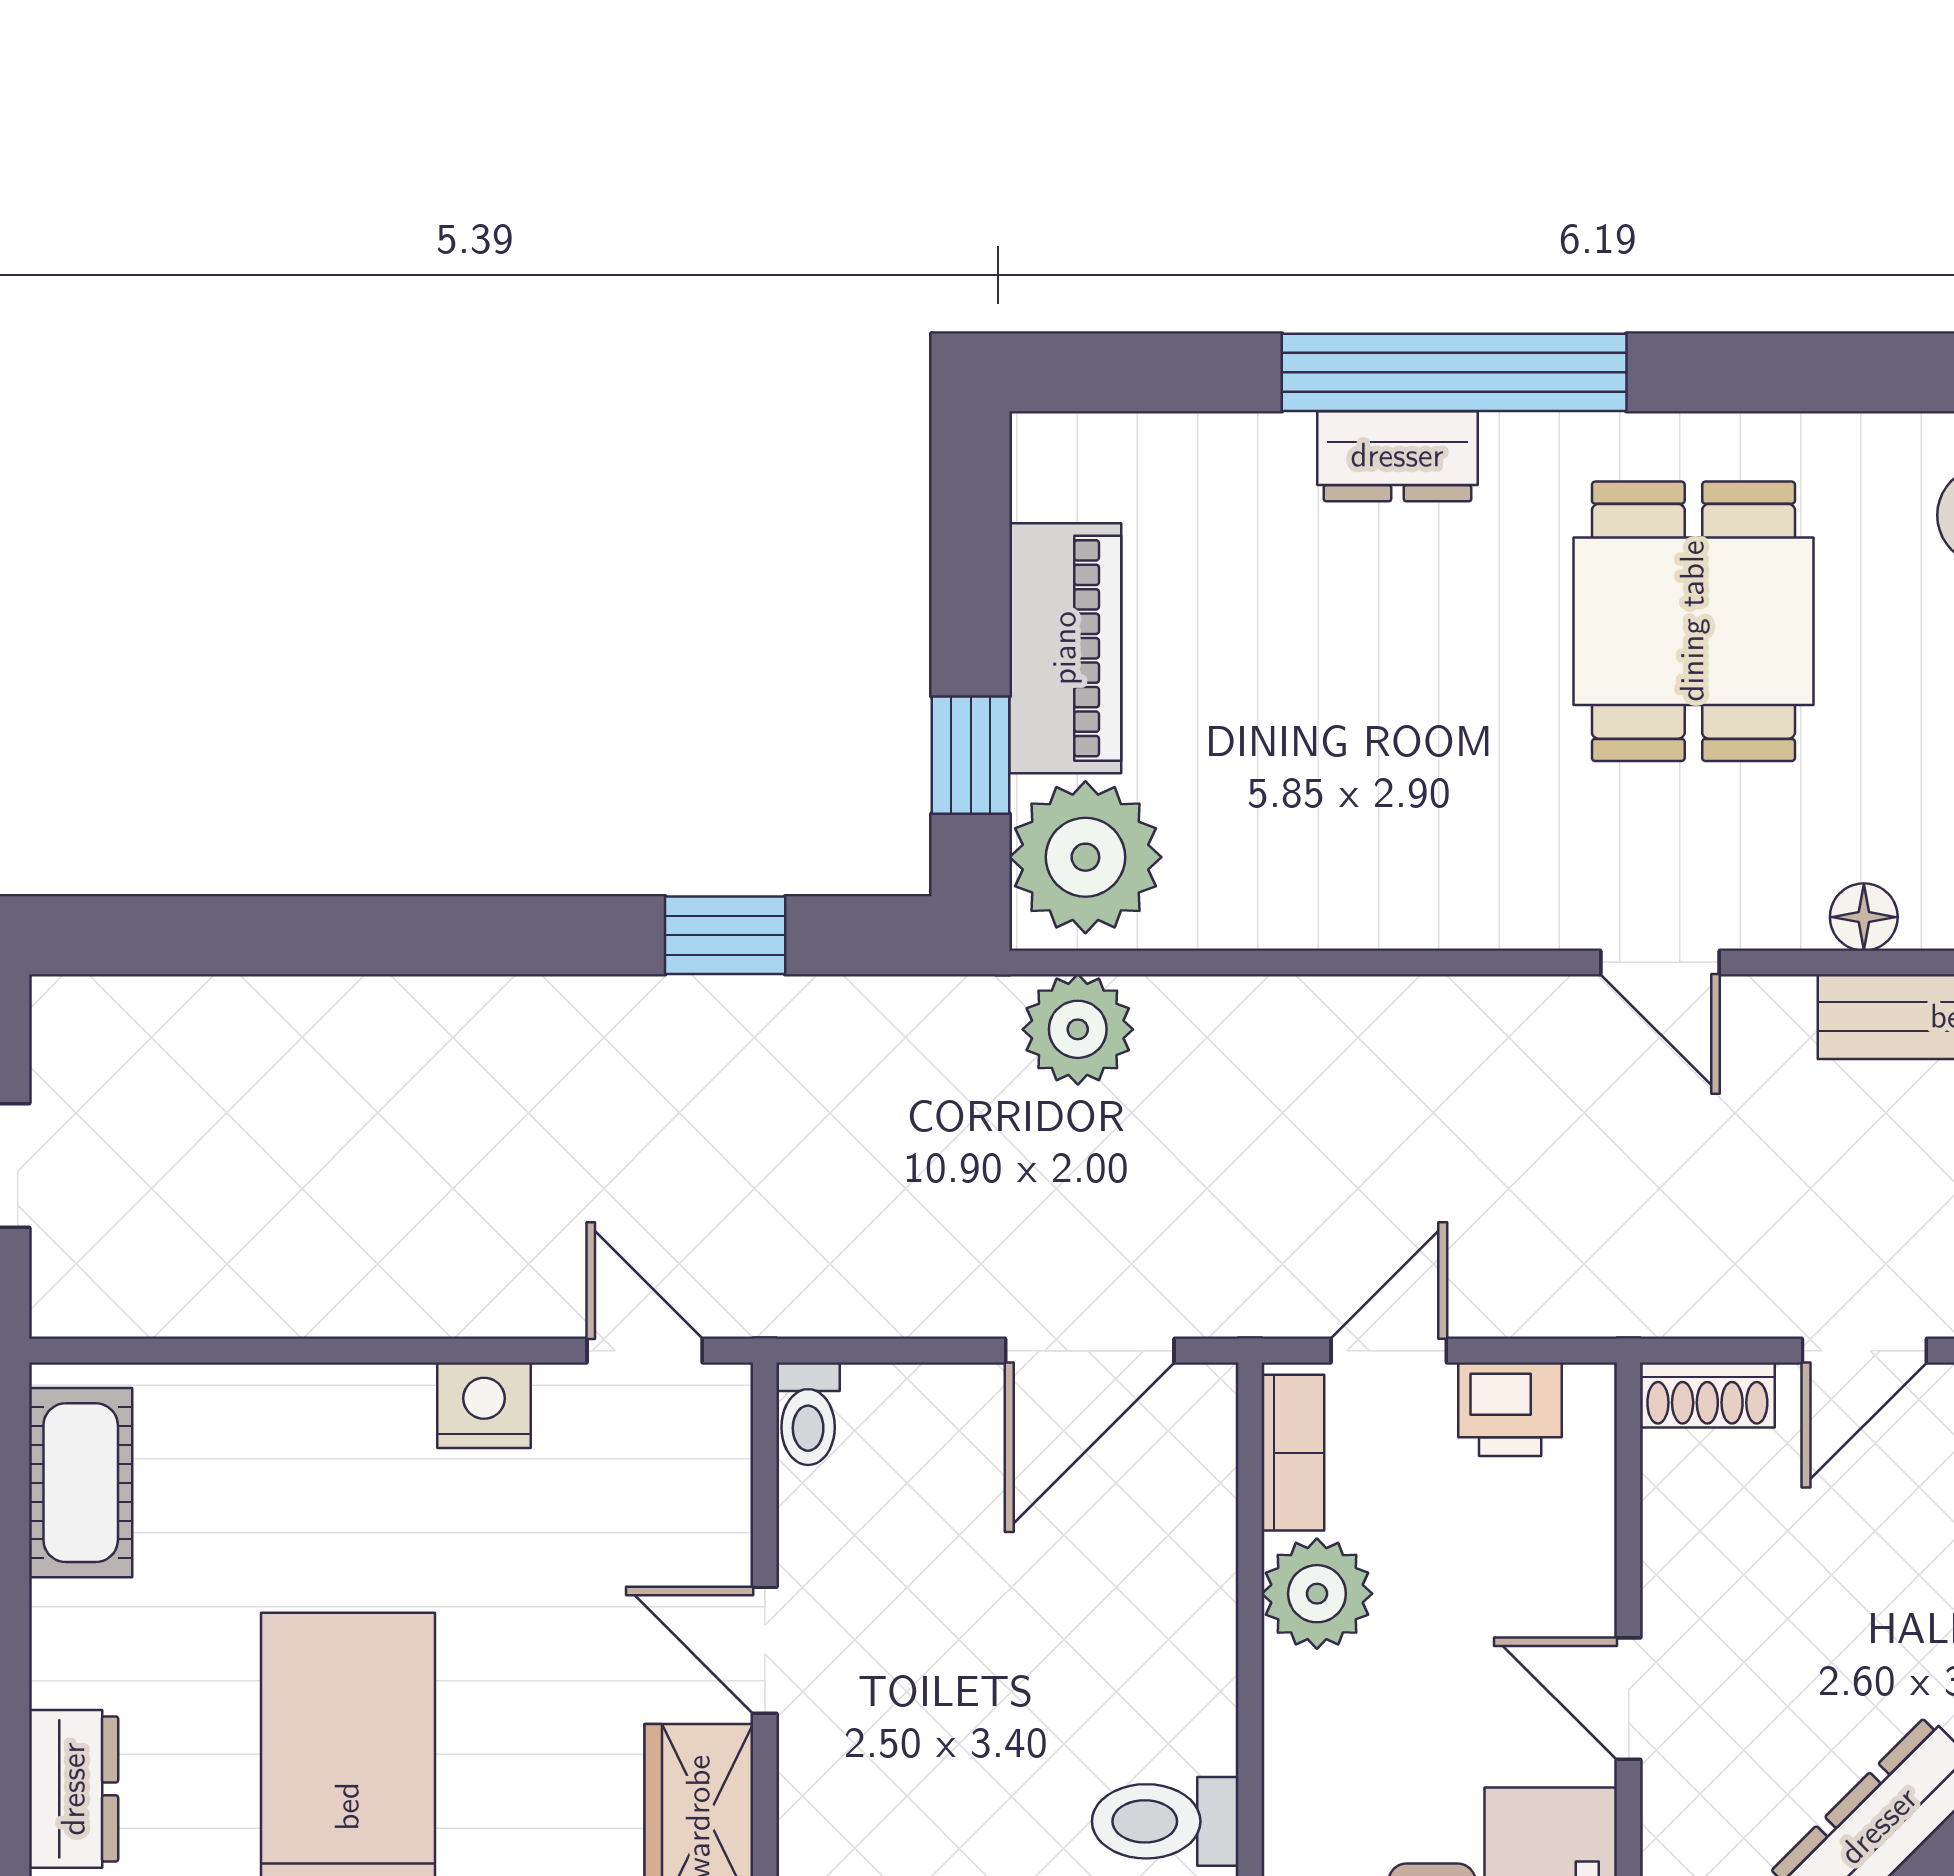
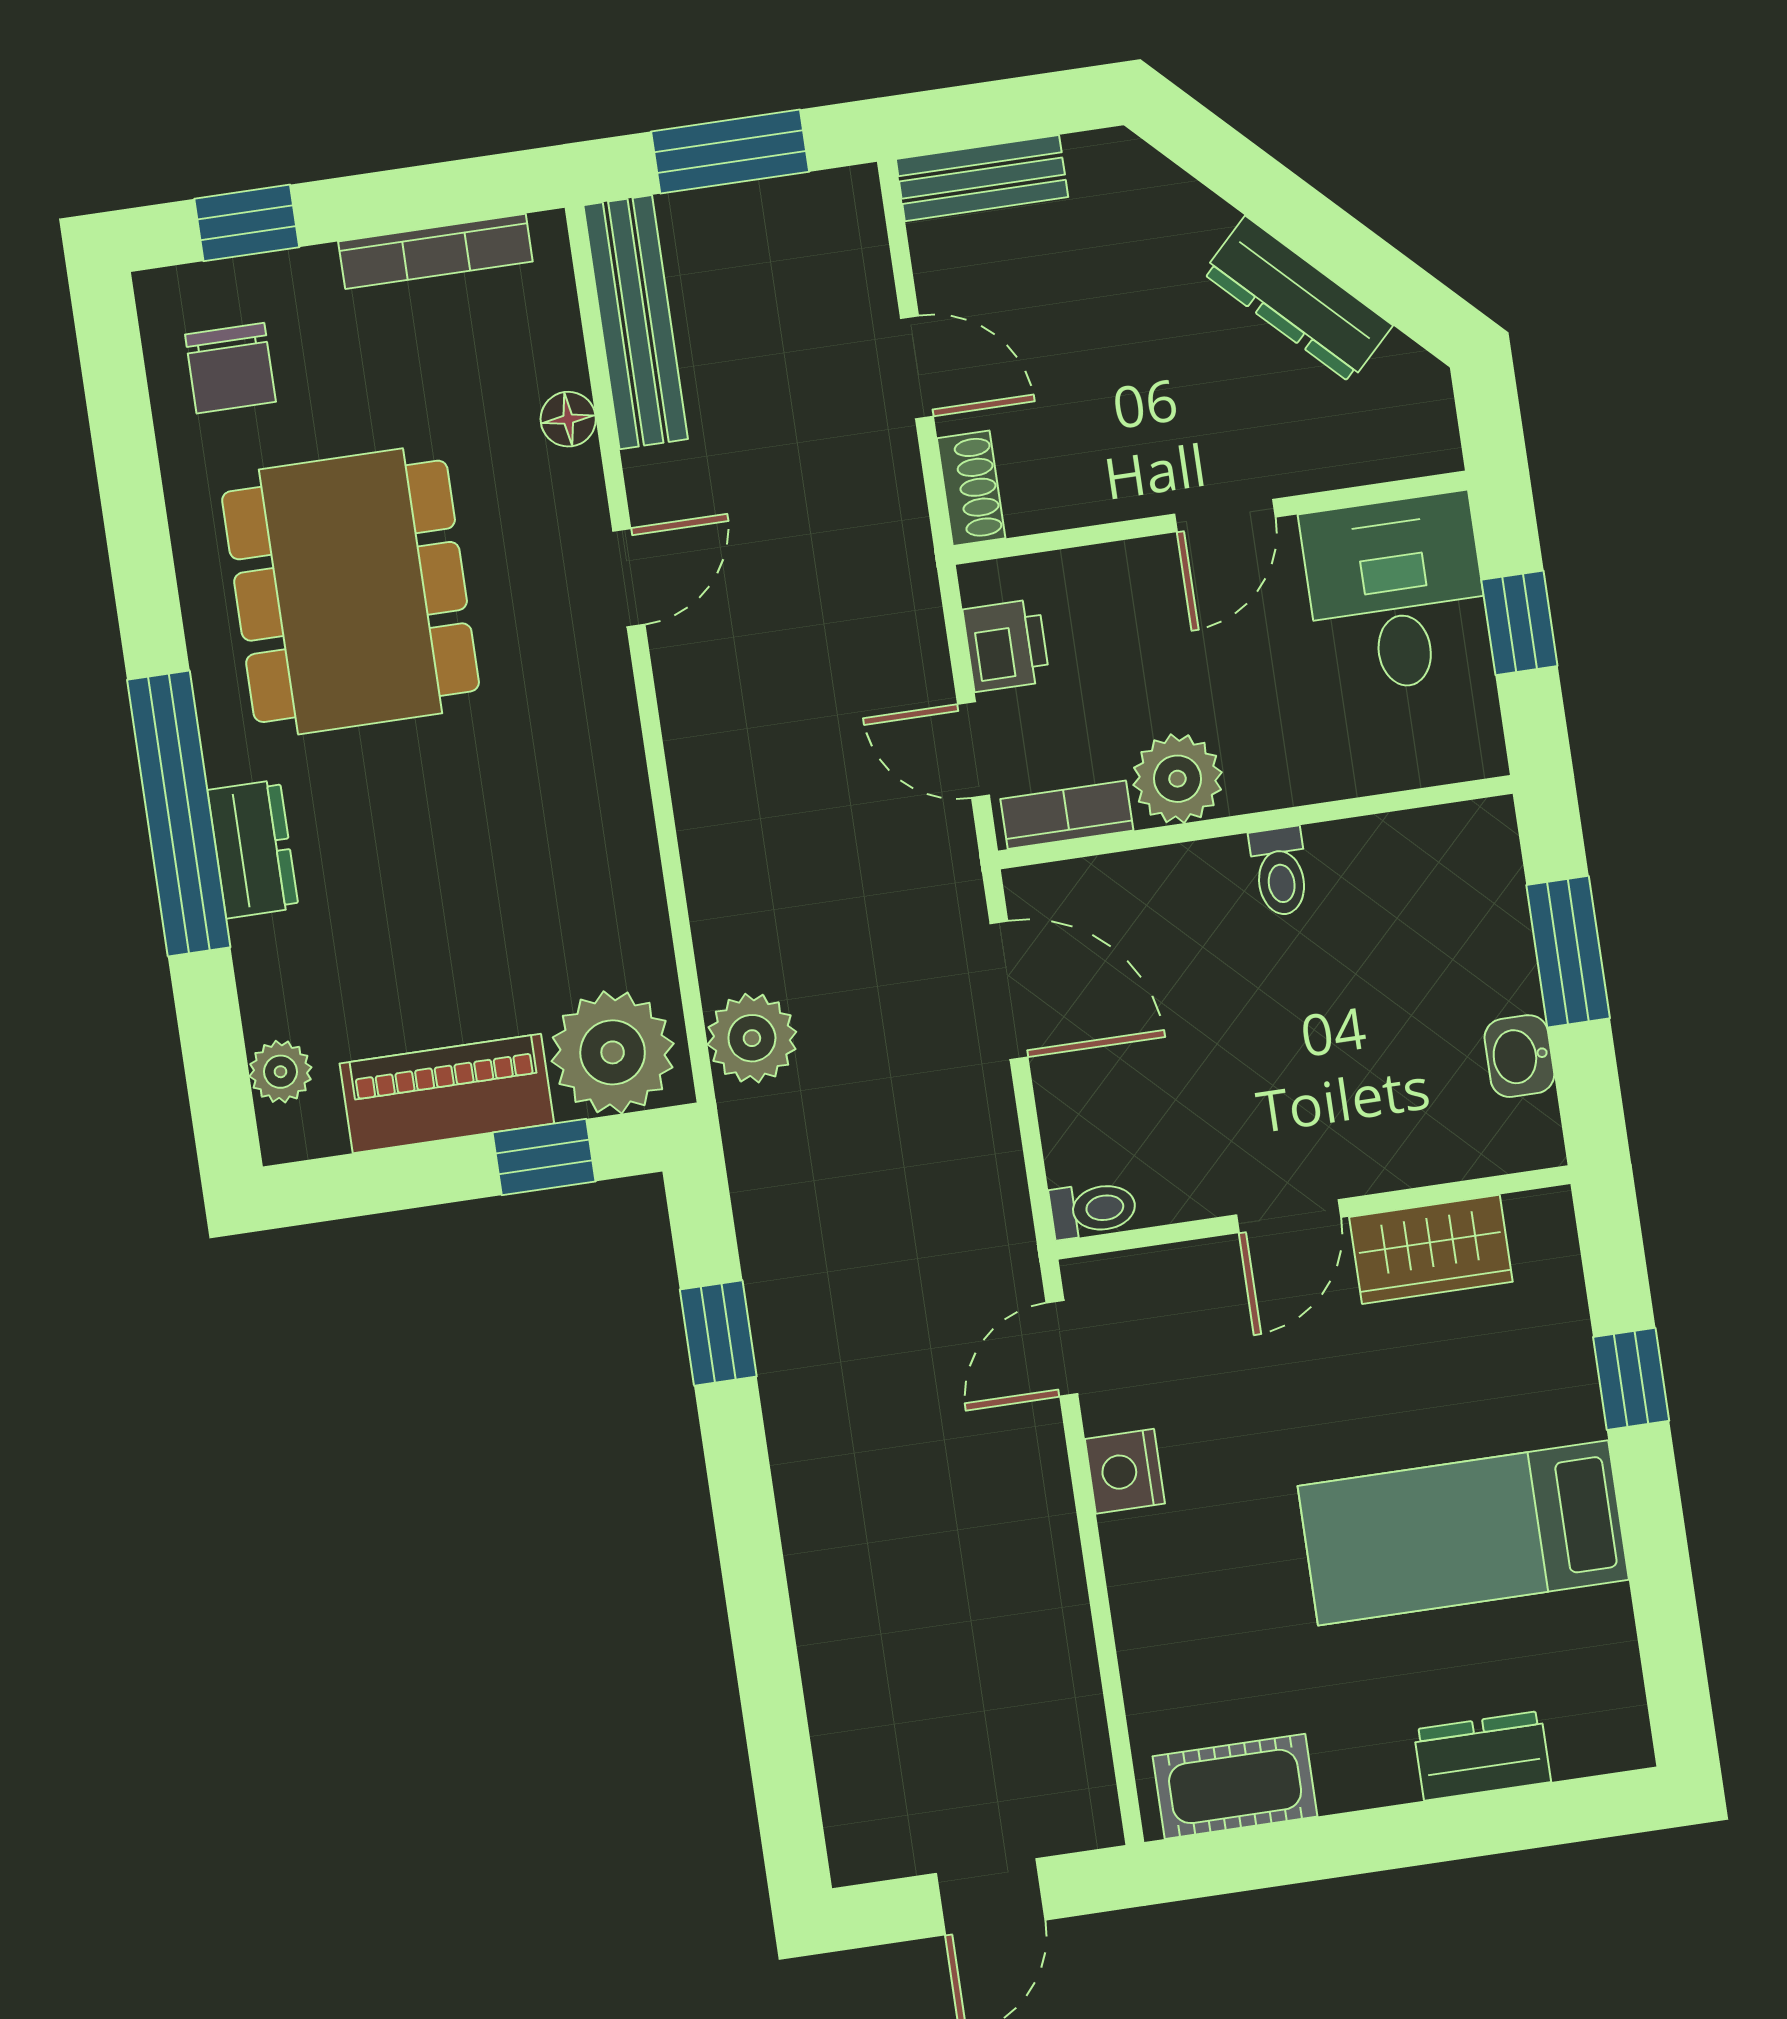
plant: (1122, 450) -> (280, 1072), added
dining table: (1693, 621) -> (351, 591), width x1.38
toilet: (1165, 1821) -> (1280, 872), moved, width x0.73, depth x0.72

